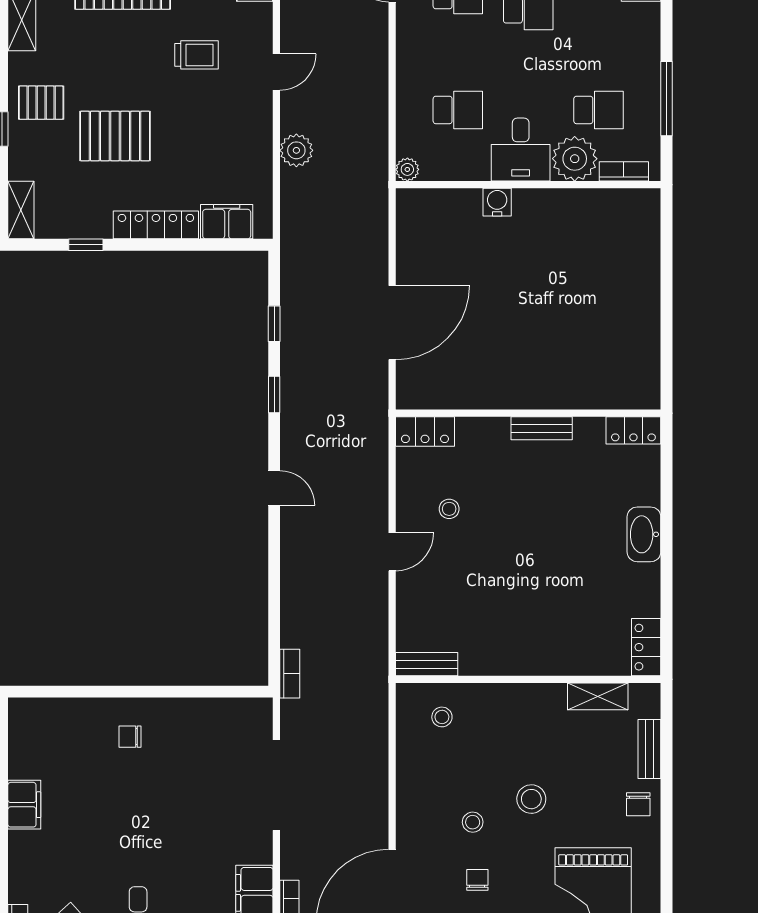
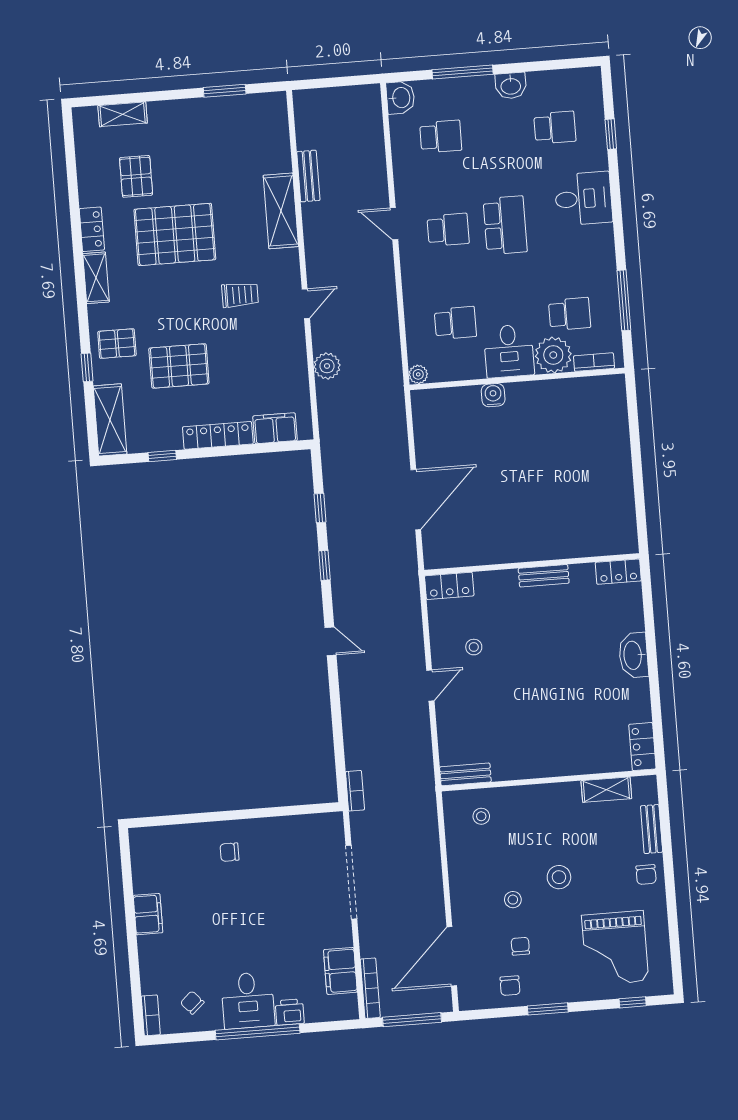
shelving: (21, 210) -> (110, 420), width x1.50, depth x1.33

